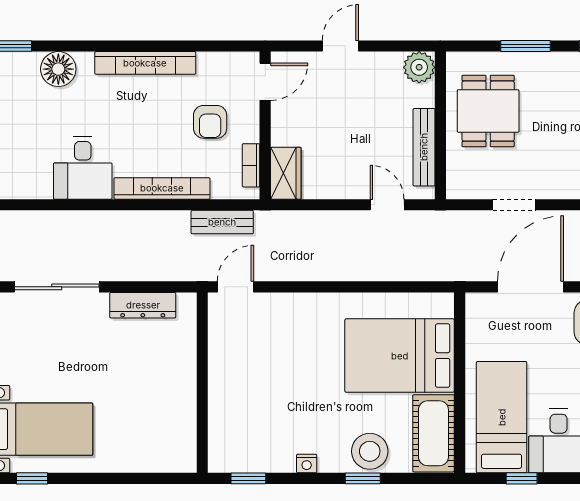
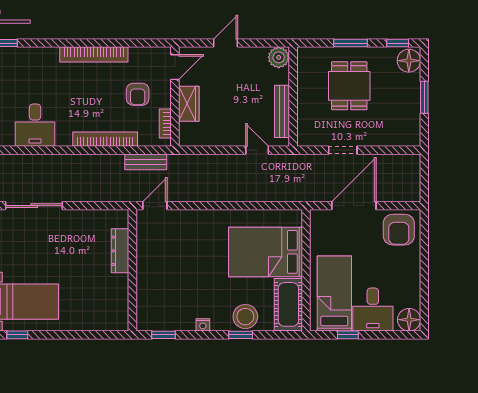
floor lamp: (58, 69) -> (35, 59), removed
dining table: (488, 111) -> (349, 86), moved
desk: (83, 168) -> (35, 125), moved
wardrobe: (286, 173) -> (189, 104), moved
dresser: (143, 305) -> (120, 251), moved, turned 90

